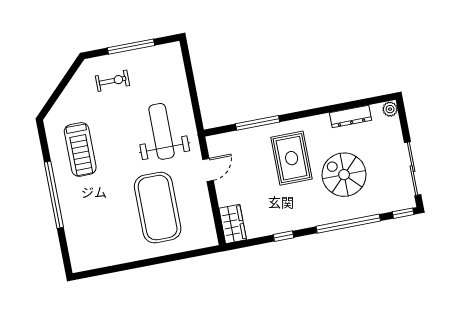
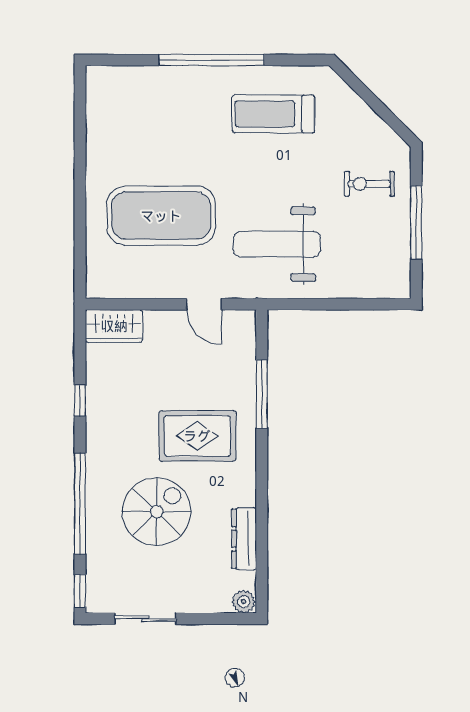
exercise bike: (113, 81) -> (369, 184), turned 90
weight bench: (162, 131) -> (277, 244), turned 180
sliding door: (413, 169) -> (146, 619), width x0.73

